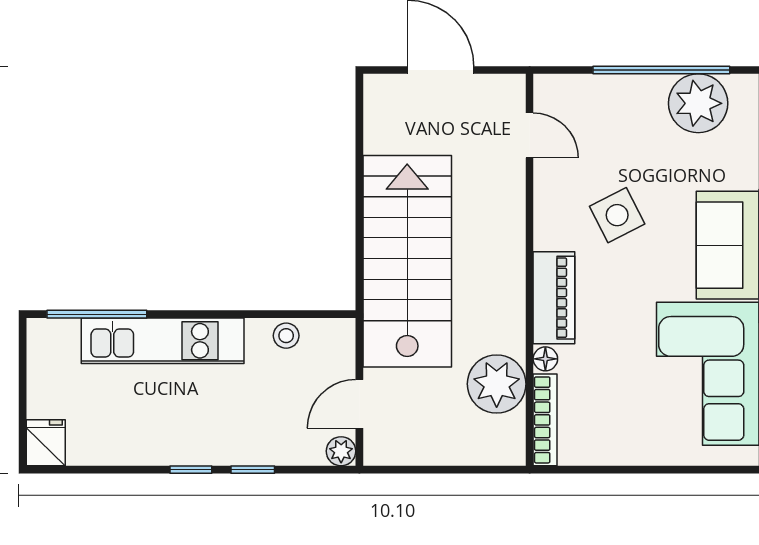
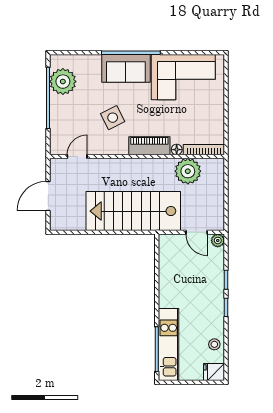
stool: (286, 336) -> (214, 344), moved
kitchen unit: (163, 341) -> (169, 344), moved

